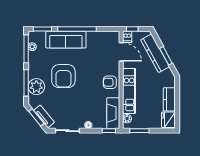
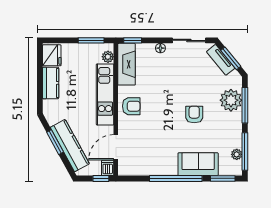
sofa: (66, 40) -> (198, 164), width x0.73
door: (121, 52) -> (116, 147), hinge flipped
armchair: (63, 76) -> (194, 115), width x0.53, depth x0.53

